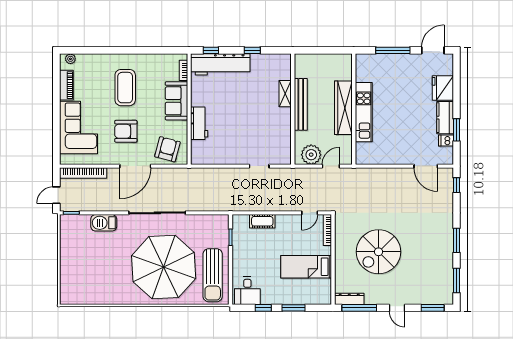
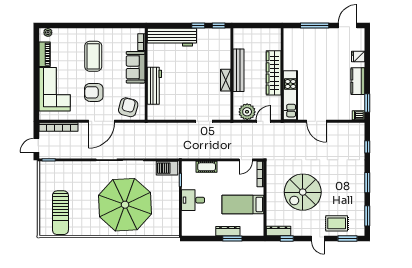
window: (211, 50) -> (219, 26), moved
fridge: (443, 88) -> (358, 57), width x0.53, depth x0.75
shelving: (285, 94) -> (226, 80), moved
kitchen unit: (364, 112) -> (290, 95), moved
workbench: (199, 123) -> (154, 86), width x1.37
window: (456, 130) -> (367, 103), moved
dishwasher: (446, 141) -> (358, 115), moved
door: (426, 166) -> (316, 121), moved
window: (456, 185) -> (367, 147), moved
barbecue: (104, 223) -> (167, 168), moved
sun lounger: (213, 275) -> (60, 213), moved
rug: (420, 290) -> (337, 223), added
desk: (247, 291) -> (193, 200), moved, turned 90
dresser: (288, 299) -> (228, 231), added
window: (263, 308) -> (207, 238), removed
window: (359, 308) -> (287, 238), width x0.46

